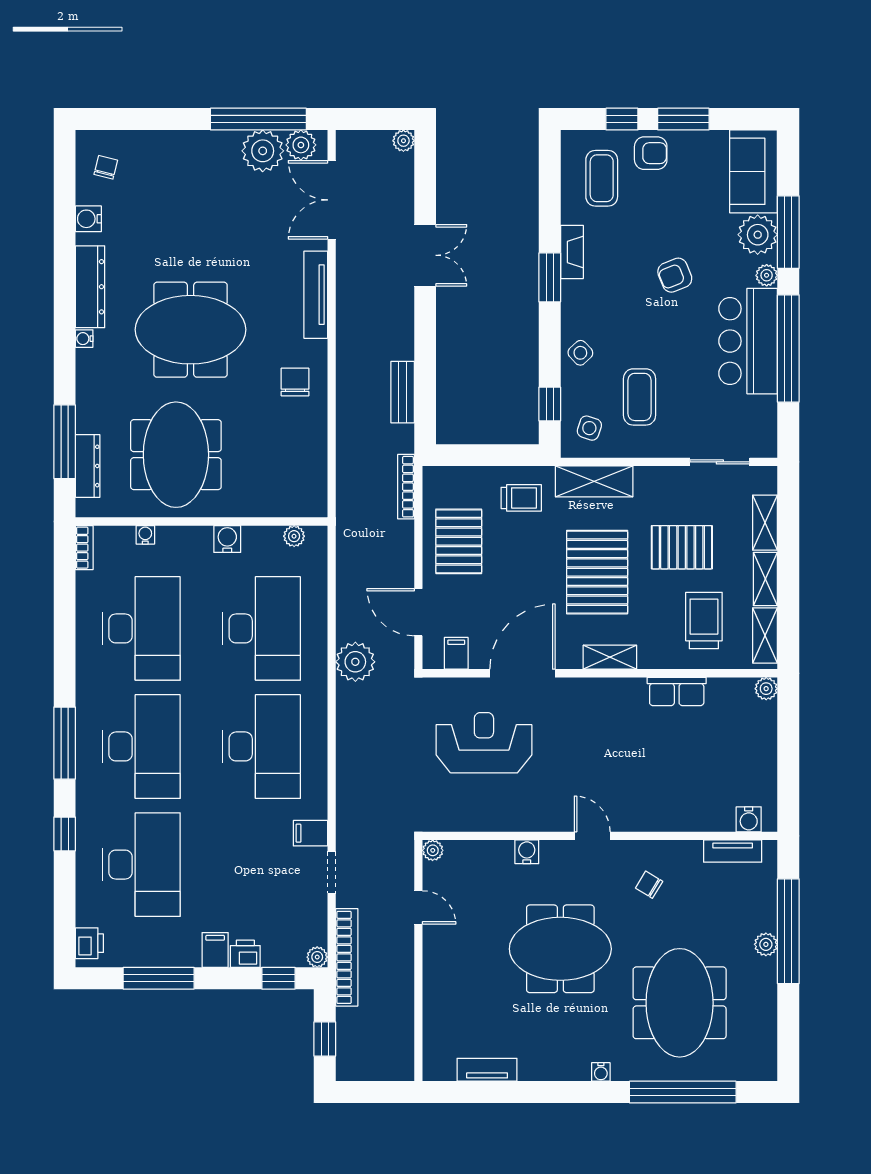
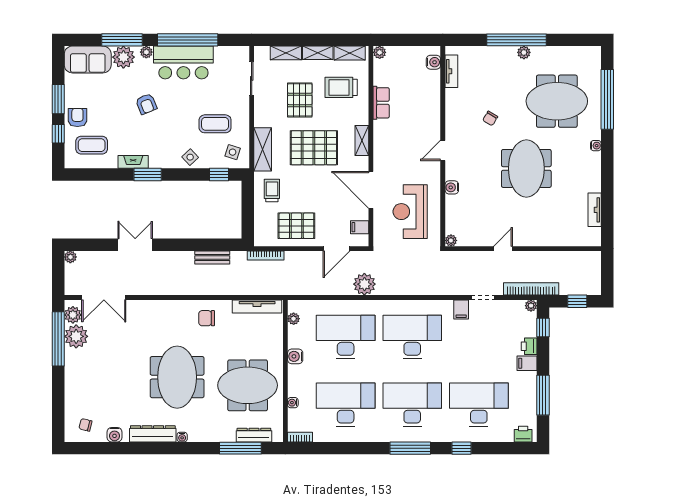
tv unit: (316, 295) -> (257, 306), moved
water cooler: (749, 819) -> (433, 62), moved
door: (592, 836) -> (443, 150), moved
wall: (600, 836) -> (443, 146), moved
plant: (433, 850) -> (451, 240), moved
tv unit: (733, 851) -> (451, 71), moved
water cooler: (527, 852) -> (452, 187), moved

